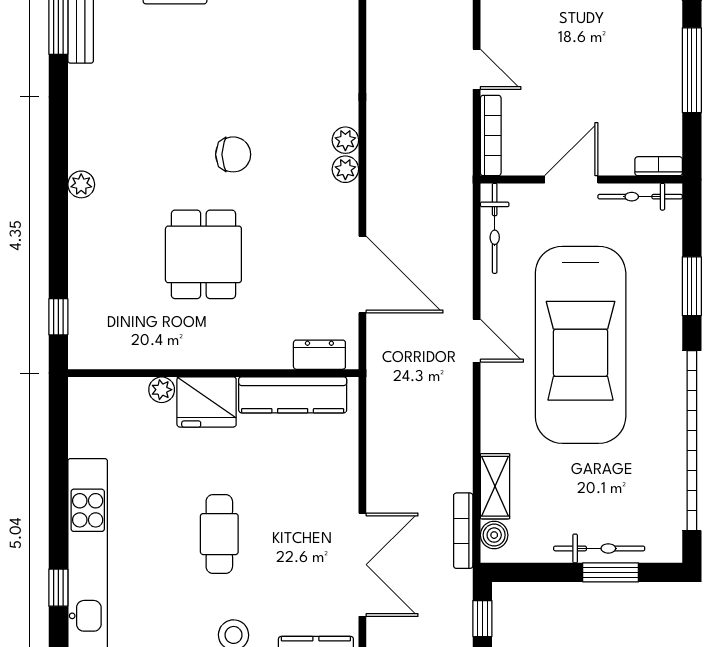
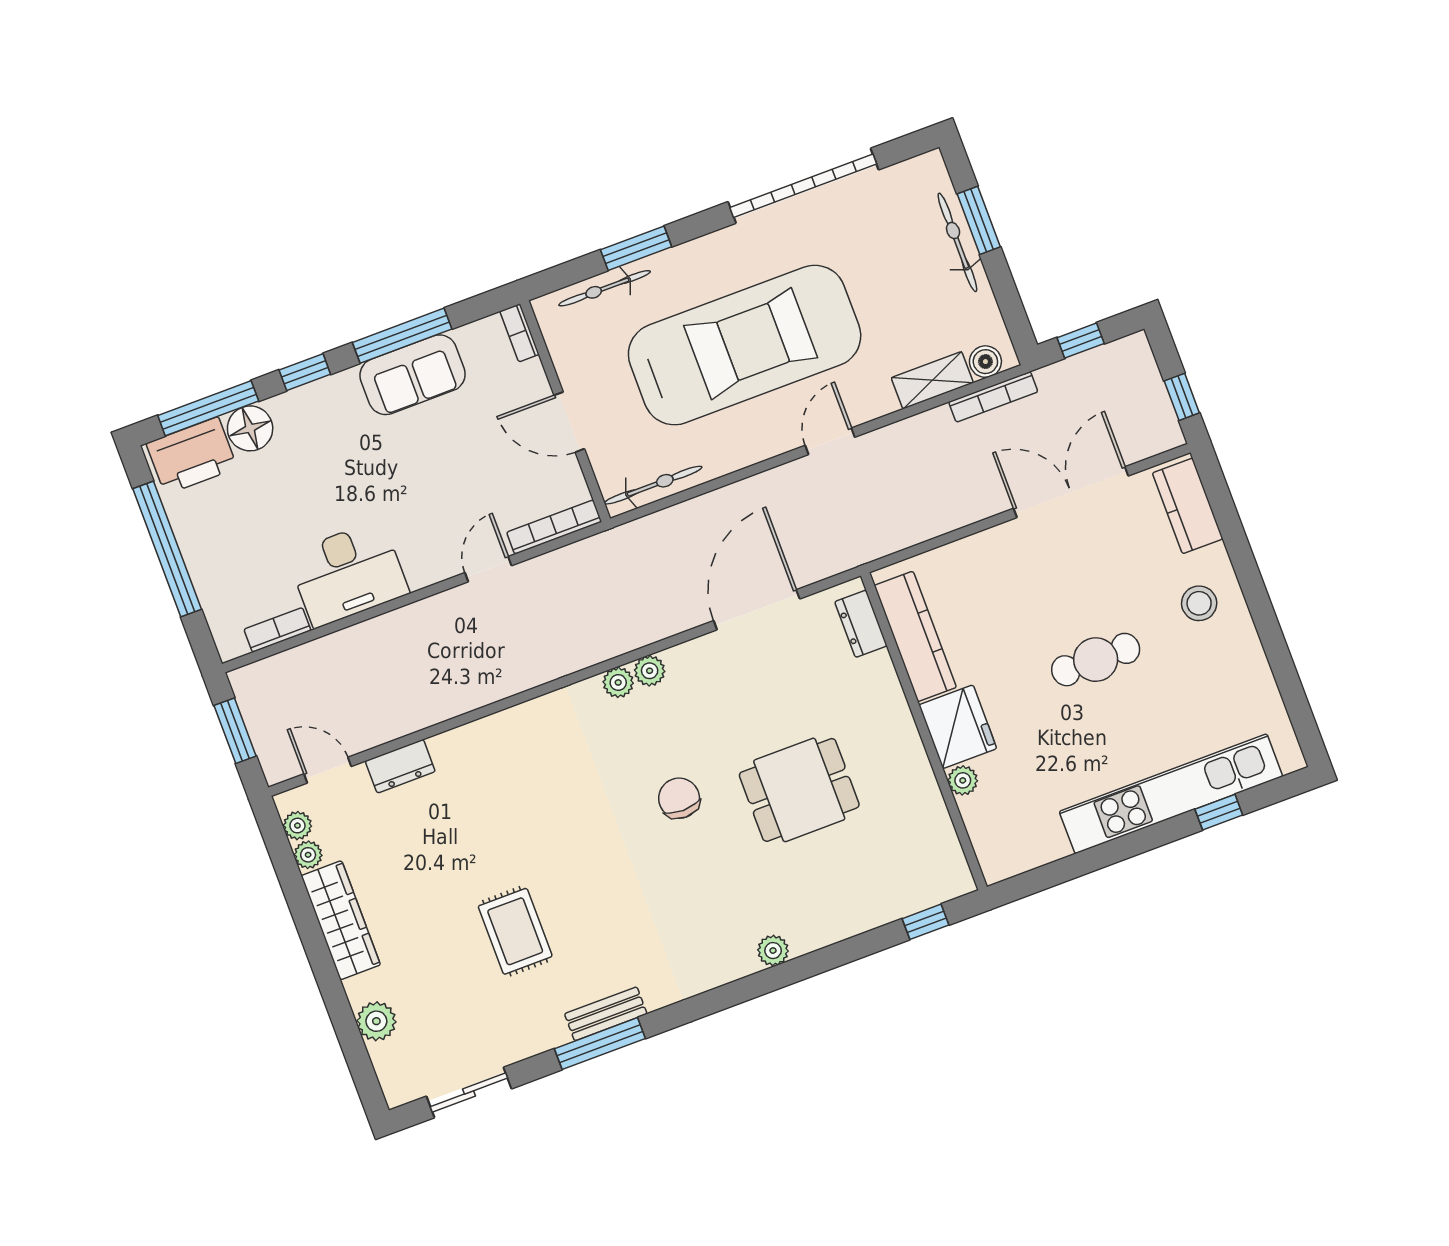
sofa: (657, 67) -> (413, 375), added
bicycle: (640, 197) -> (605, 288), moved, turned 90
door: (477, 341) -> (830, 441), moved
garage door: (692, 441) -> (803, 186), width x0.73

